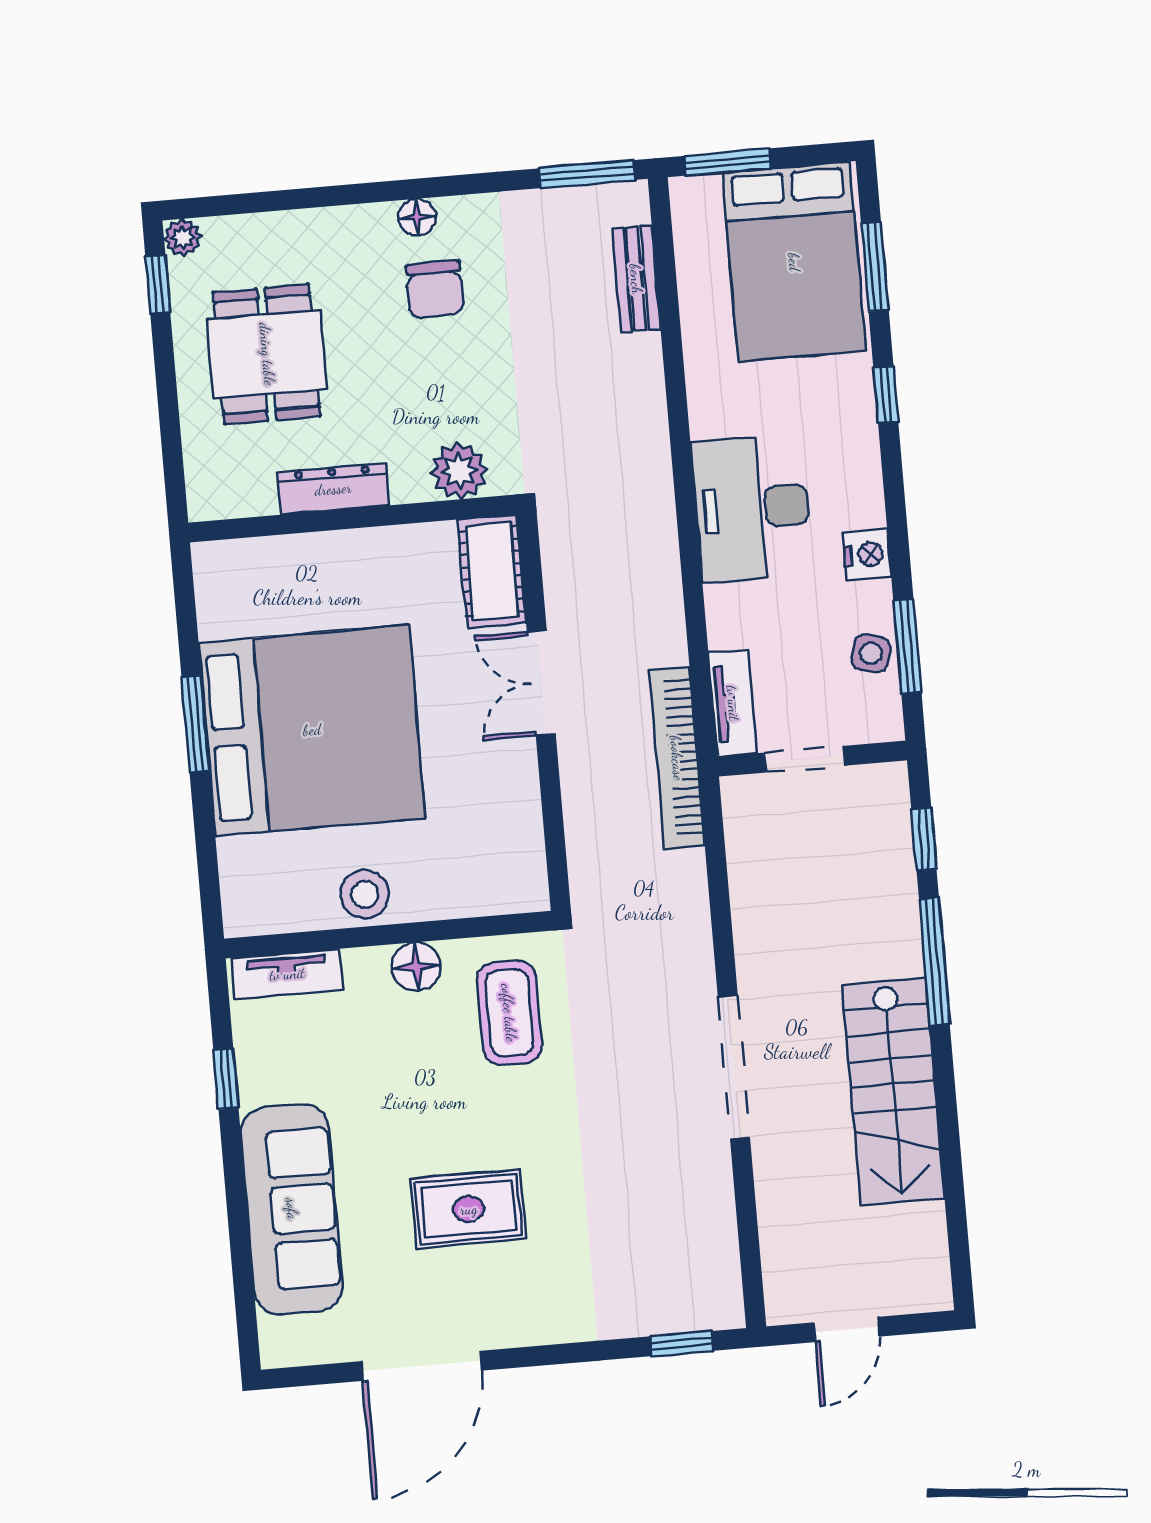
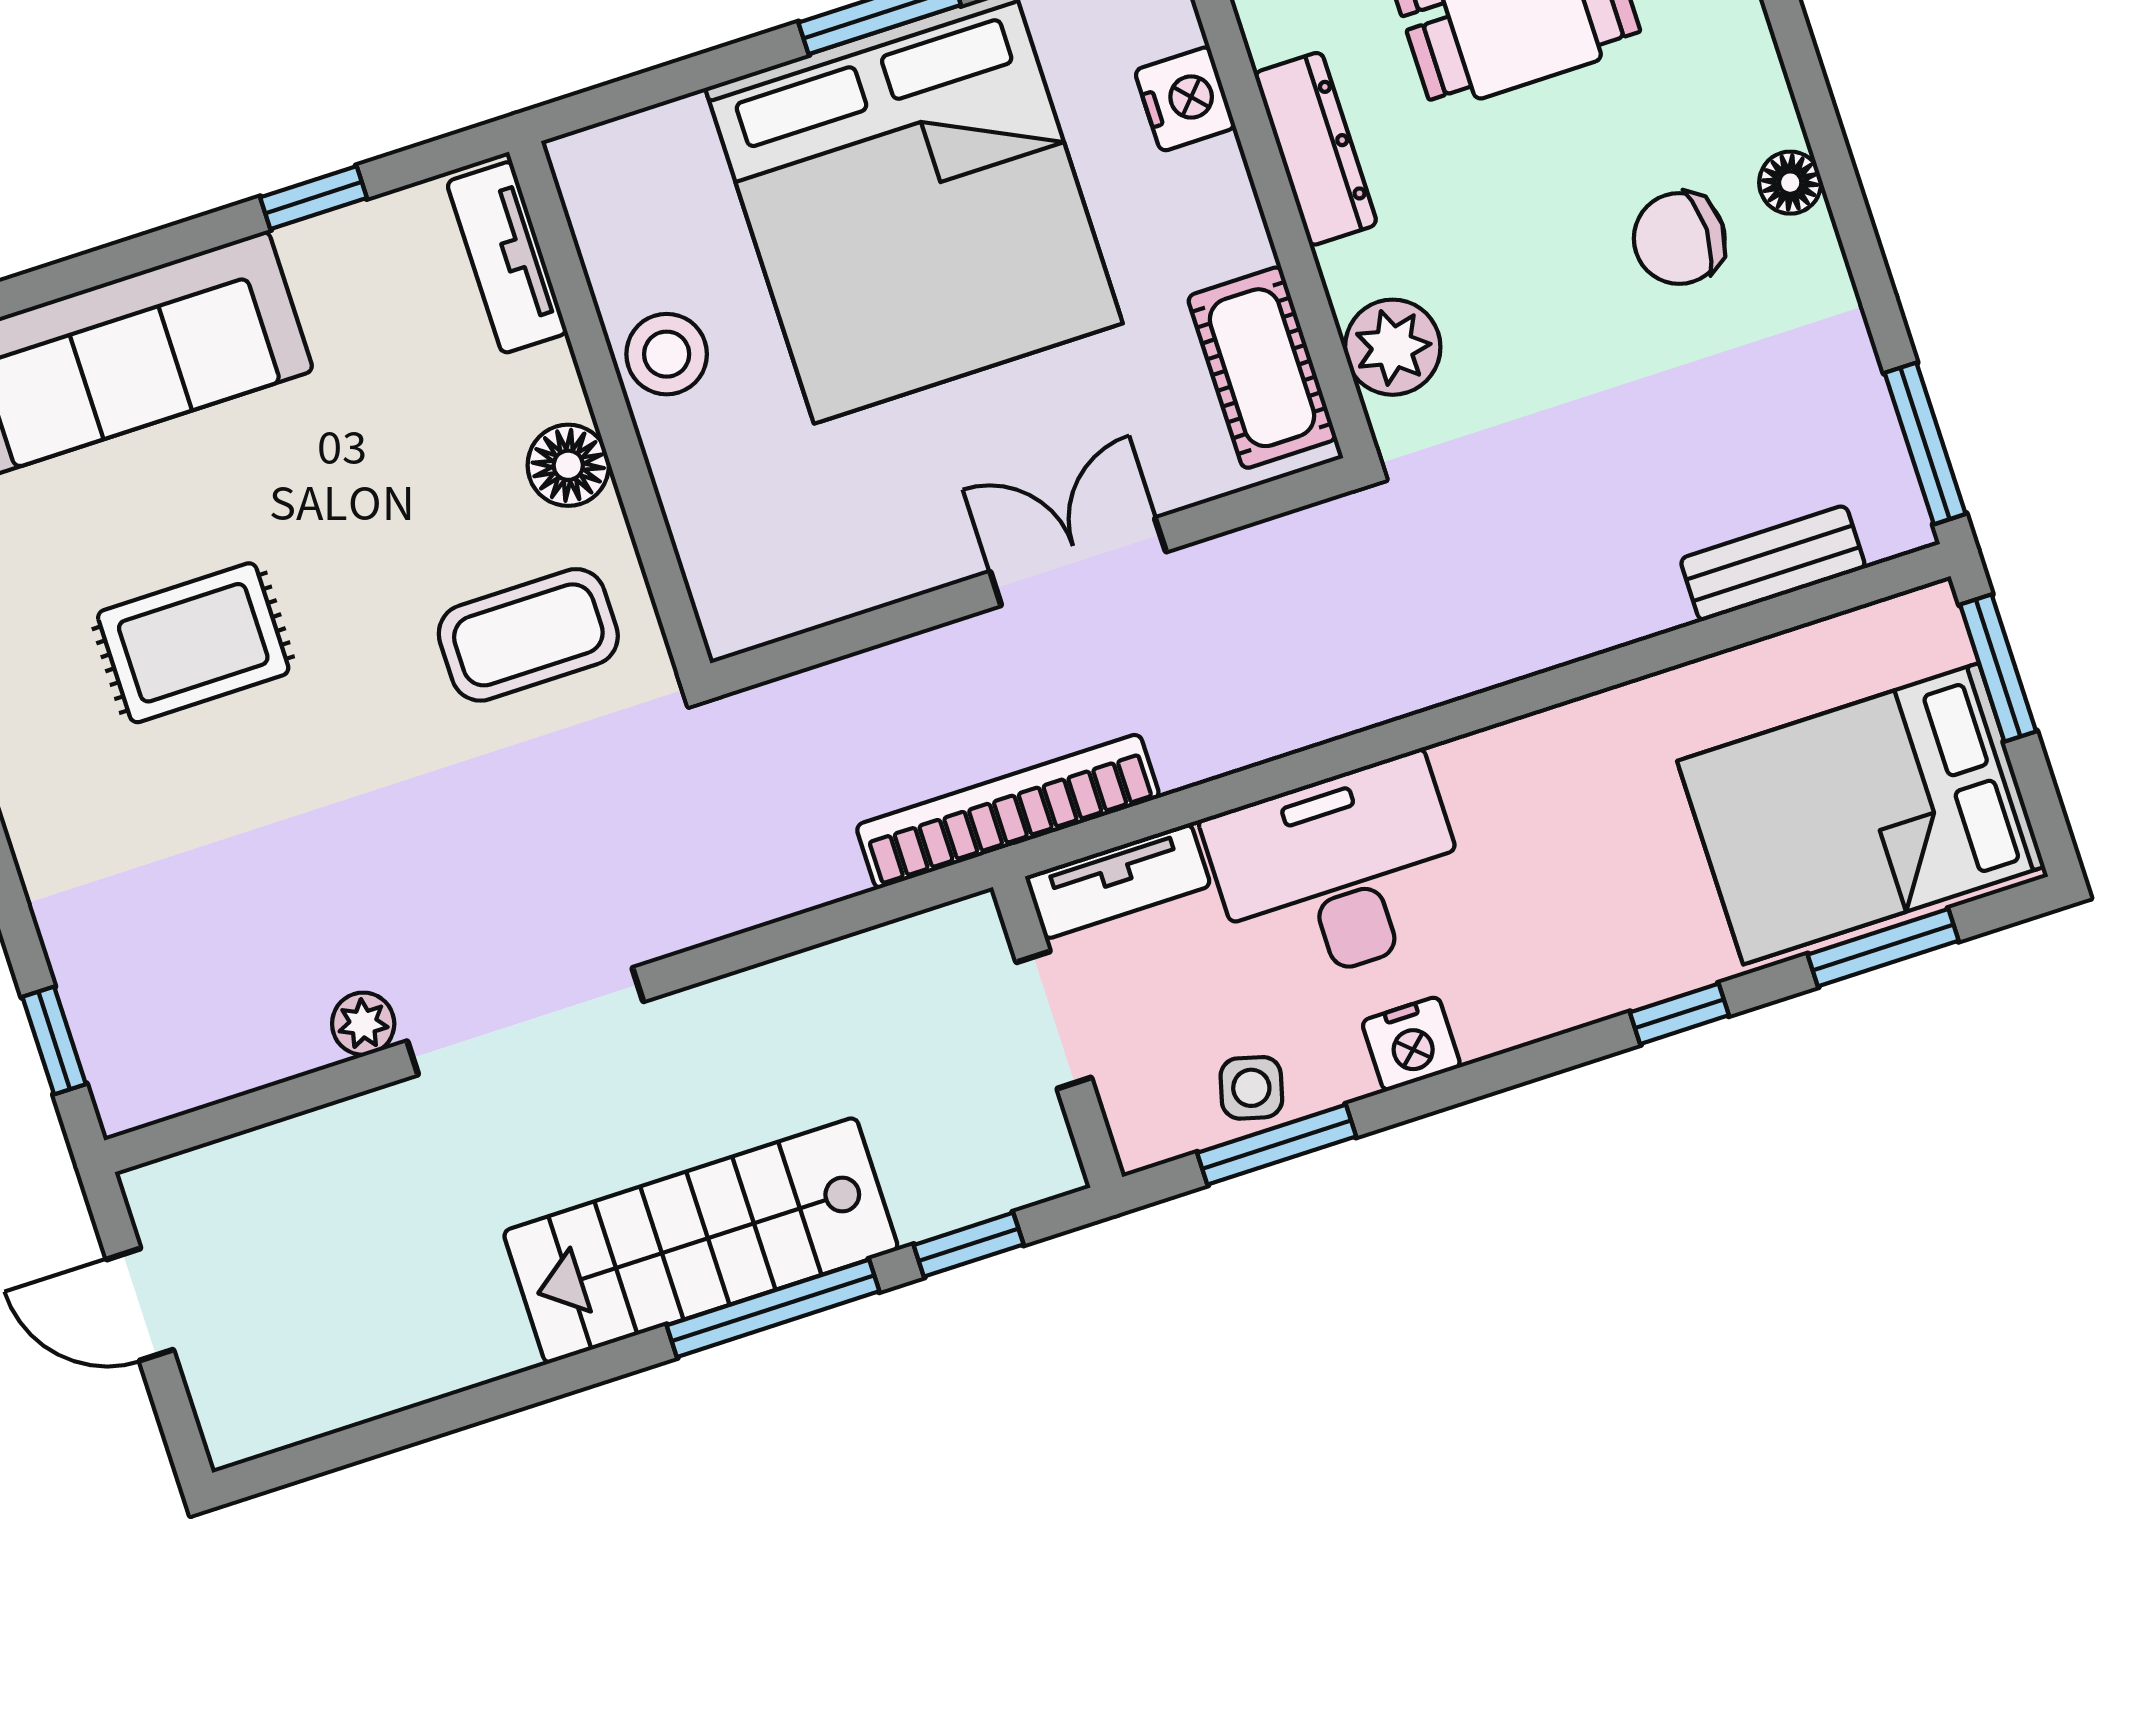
desk: (752, 508) -> (1339, 873), moved
nightstand: (286, 558) -> (1185, 99), added
cot: (492, 571) -> (1262, 368), moved, turned 90
stairs: (894, 1092) -> (701, 1240), moved
plant: (713, 1162) -> (363, 1024), added
rug: (469, 1209) -> (193, 643), turned 90

